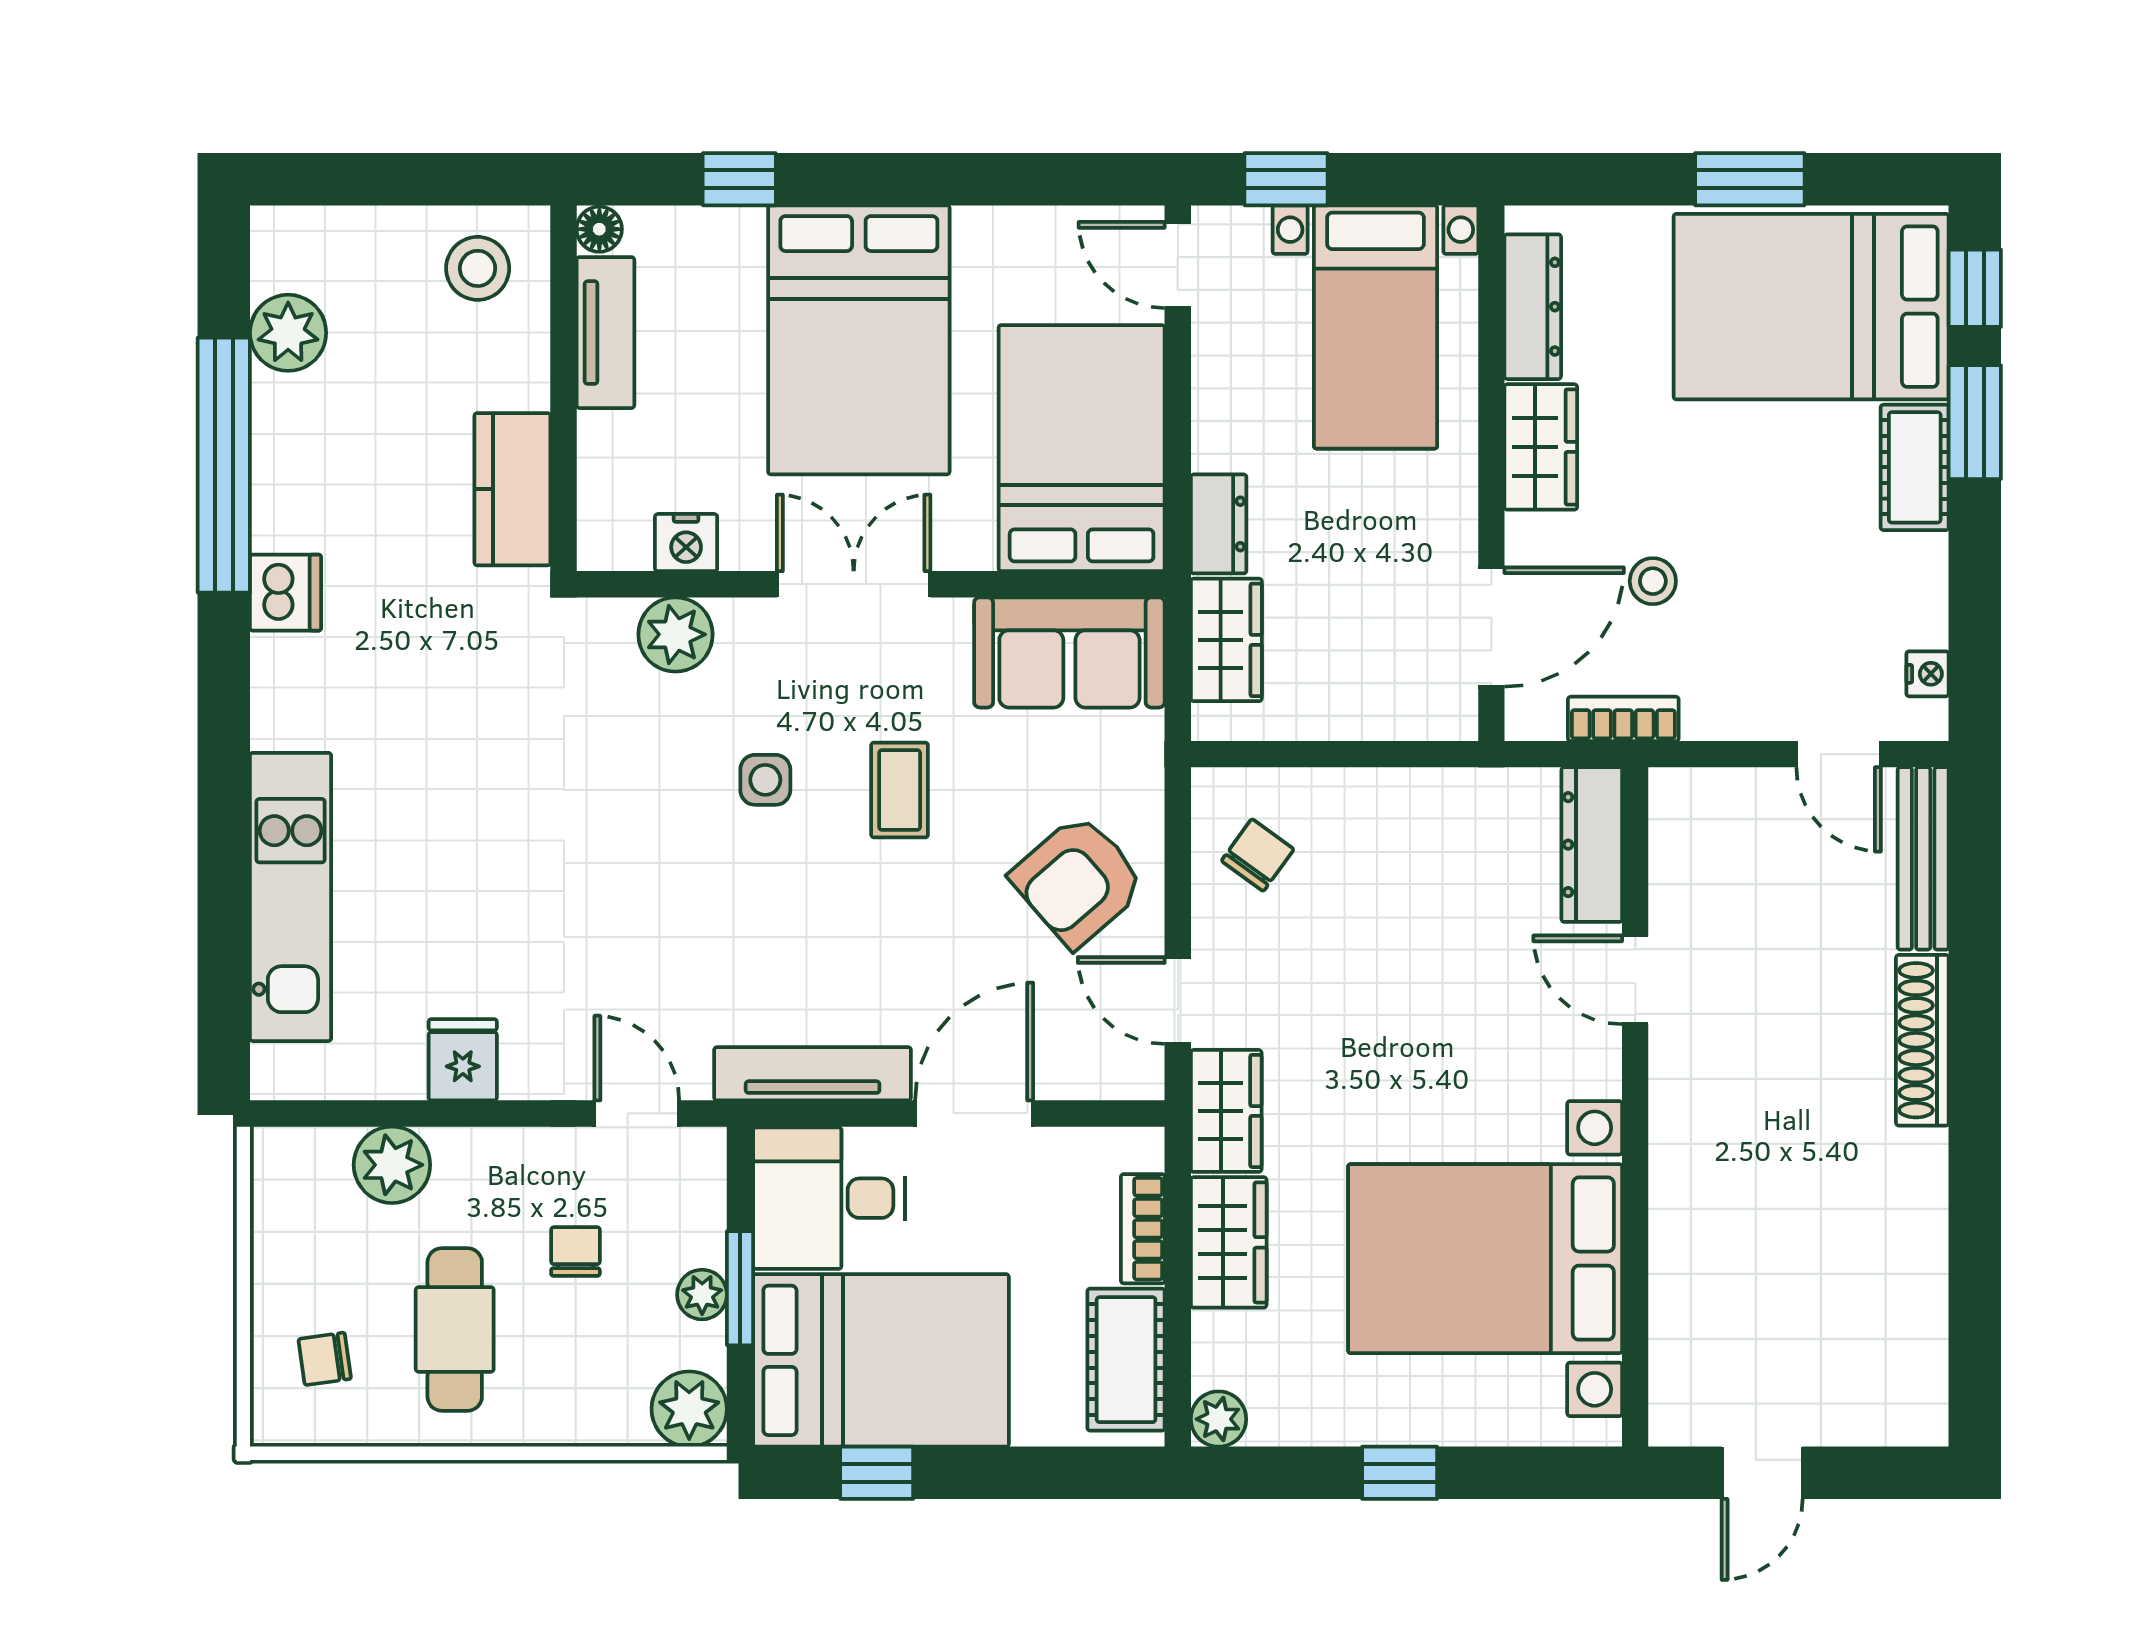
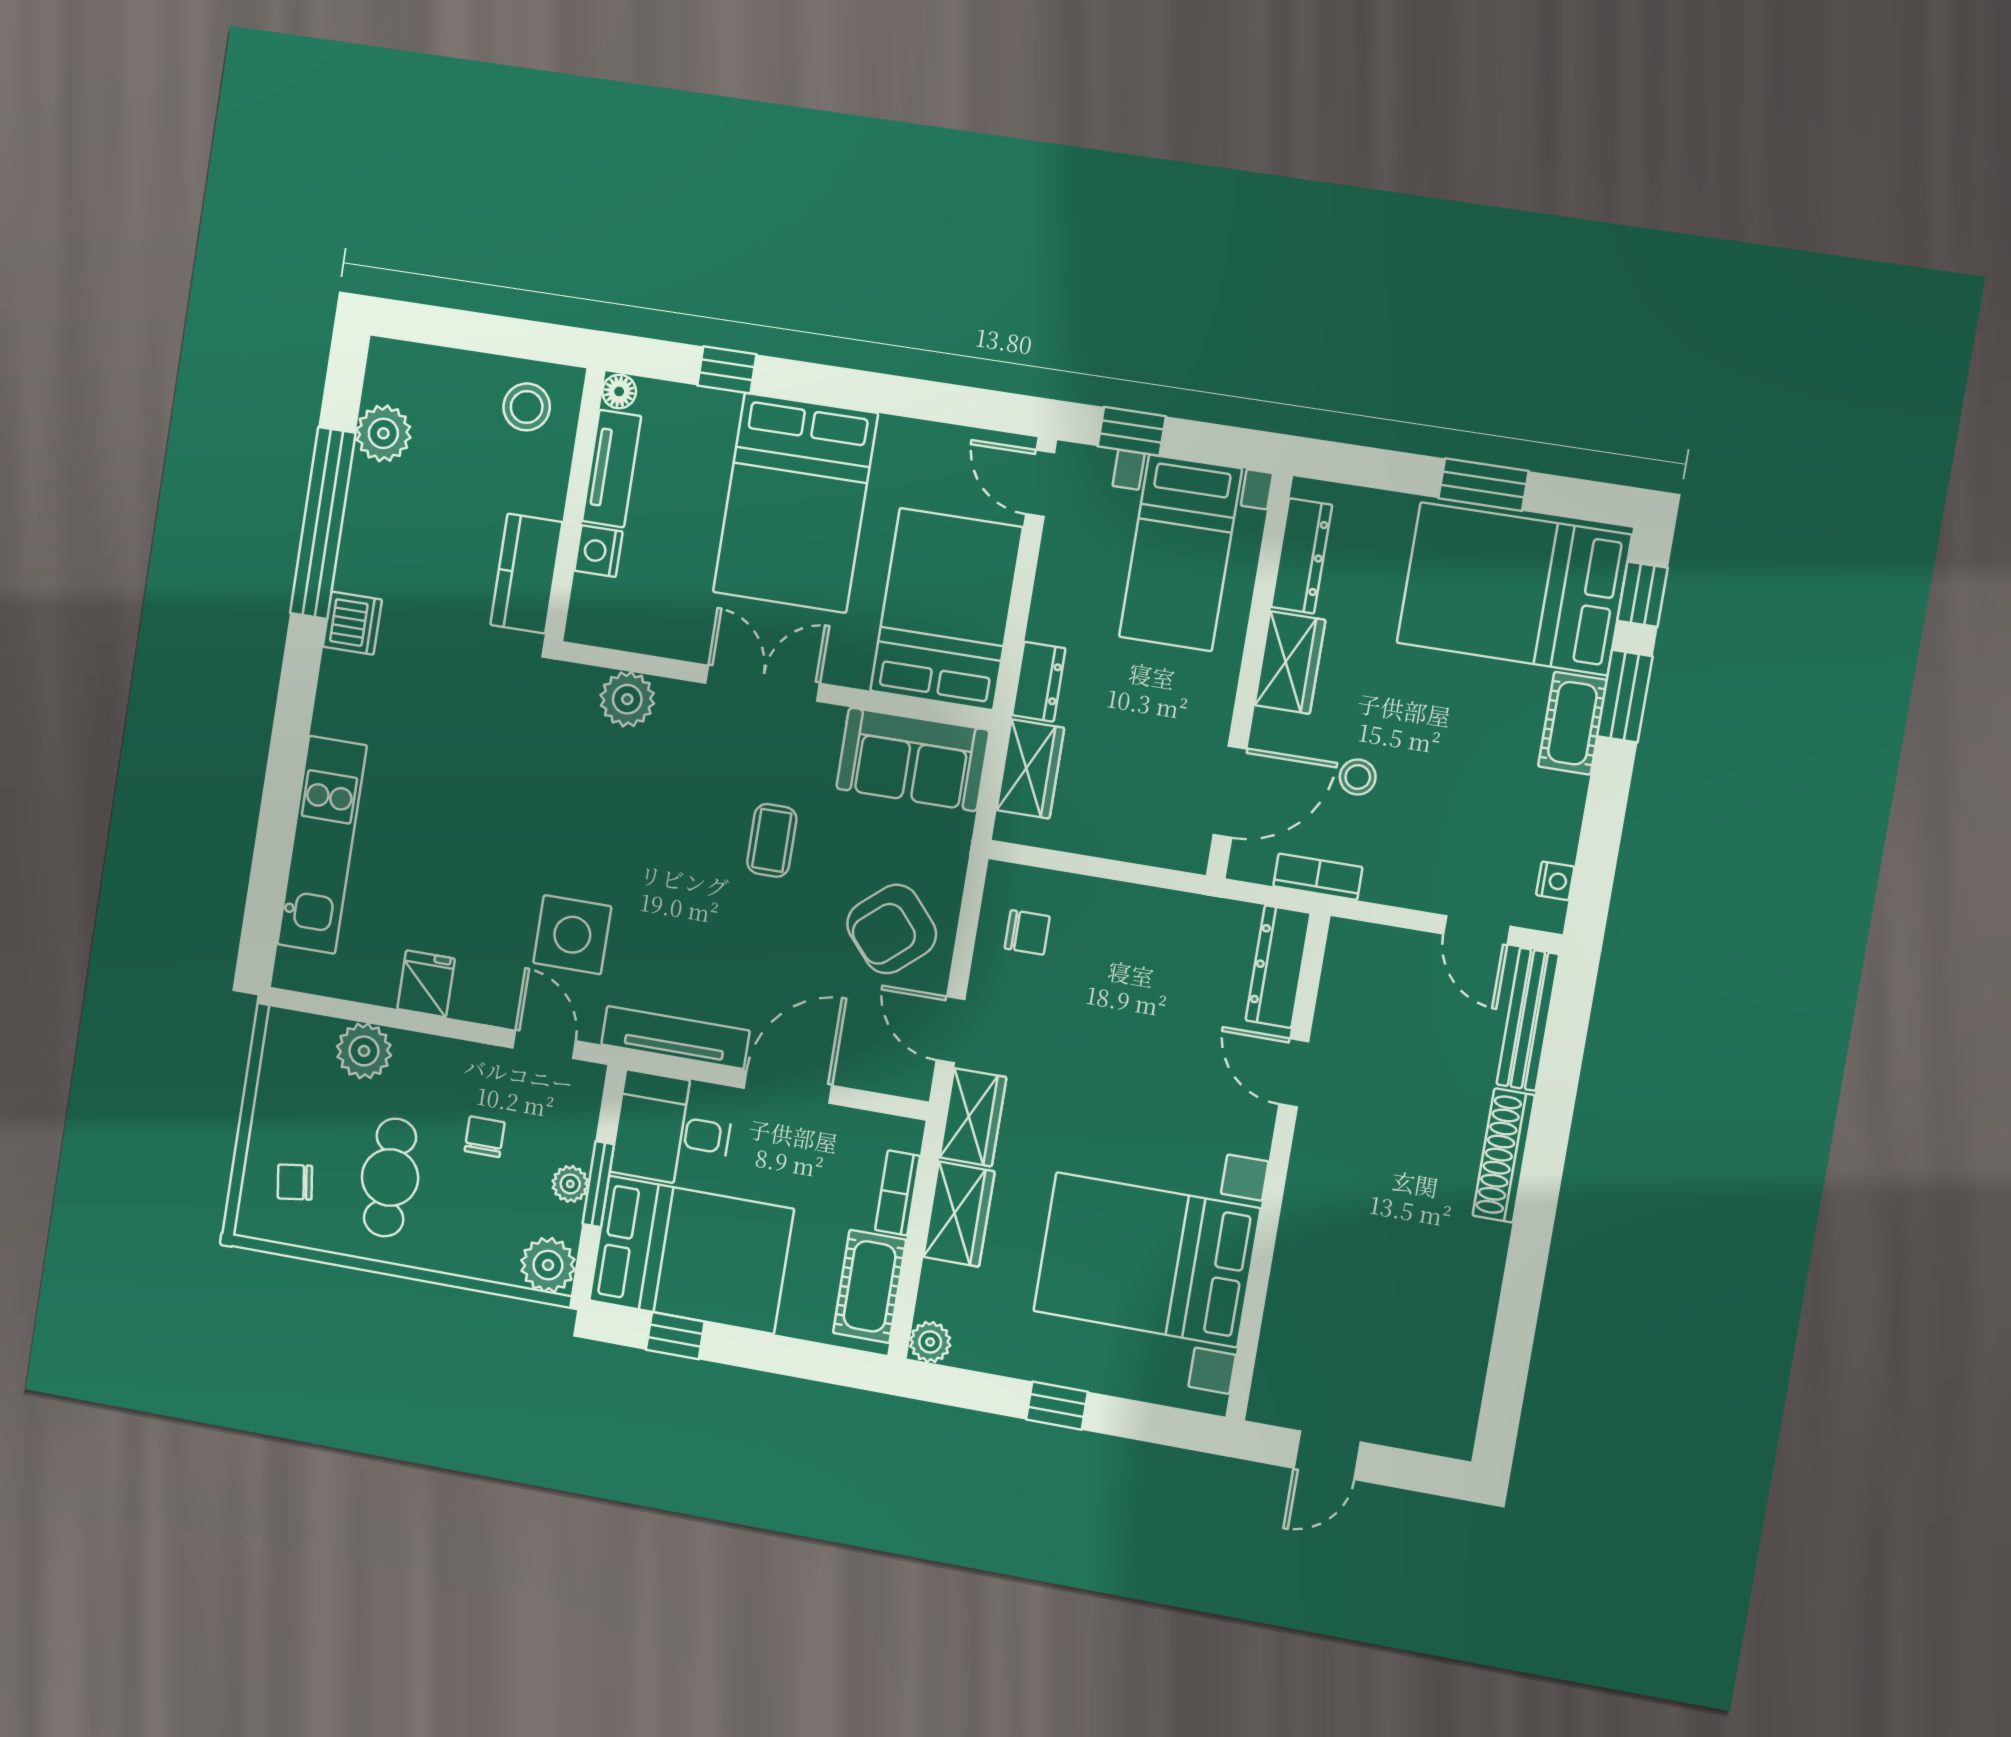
nightstand: (686, 543) -> (598, 551), moved, turned 90
side table: (765, 780) -> (572, 935), moved, width x1.87, depth x1.87
chair: (1258, 855) -> (1027, 932), turned 54

